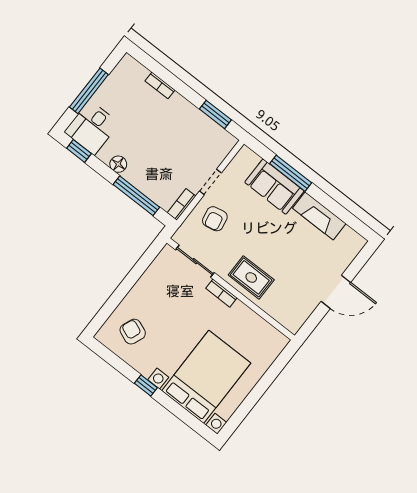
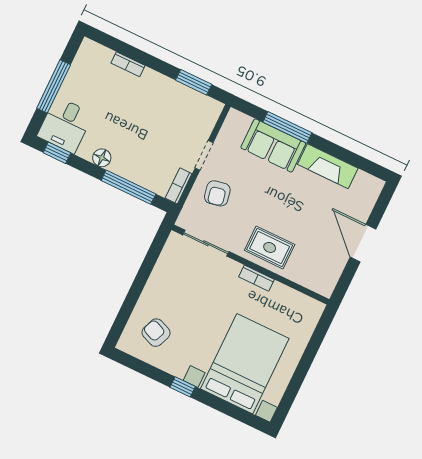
door: (336, 292) -> (363, 243), swing flipped
bookcase: (221, 293) -> (256, 278), moved

